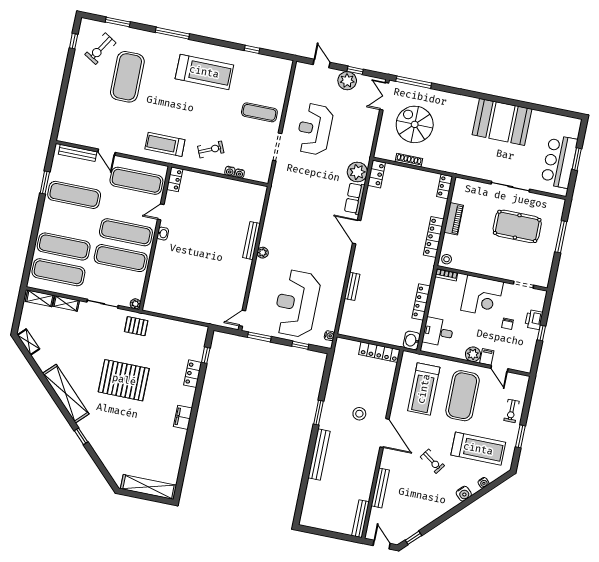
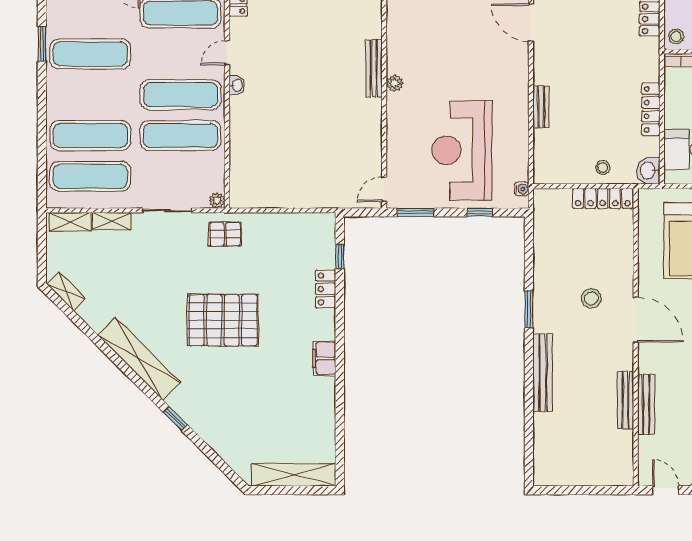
stool: (383, 333) -> (603, 167), added
bench: (361, 519) -> (626, 400), moved

